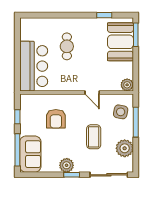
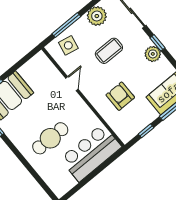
cafe table: (67, 46) -> (50, 138), width x1.37, depth x1.35
plant: (127, 85) -> (40, 59), removed
armchair: (56, 119) -> (120, 96), turned -90

